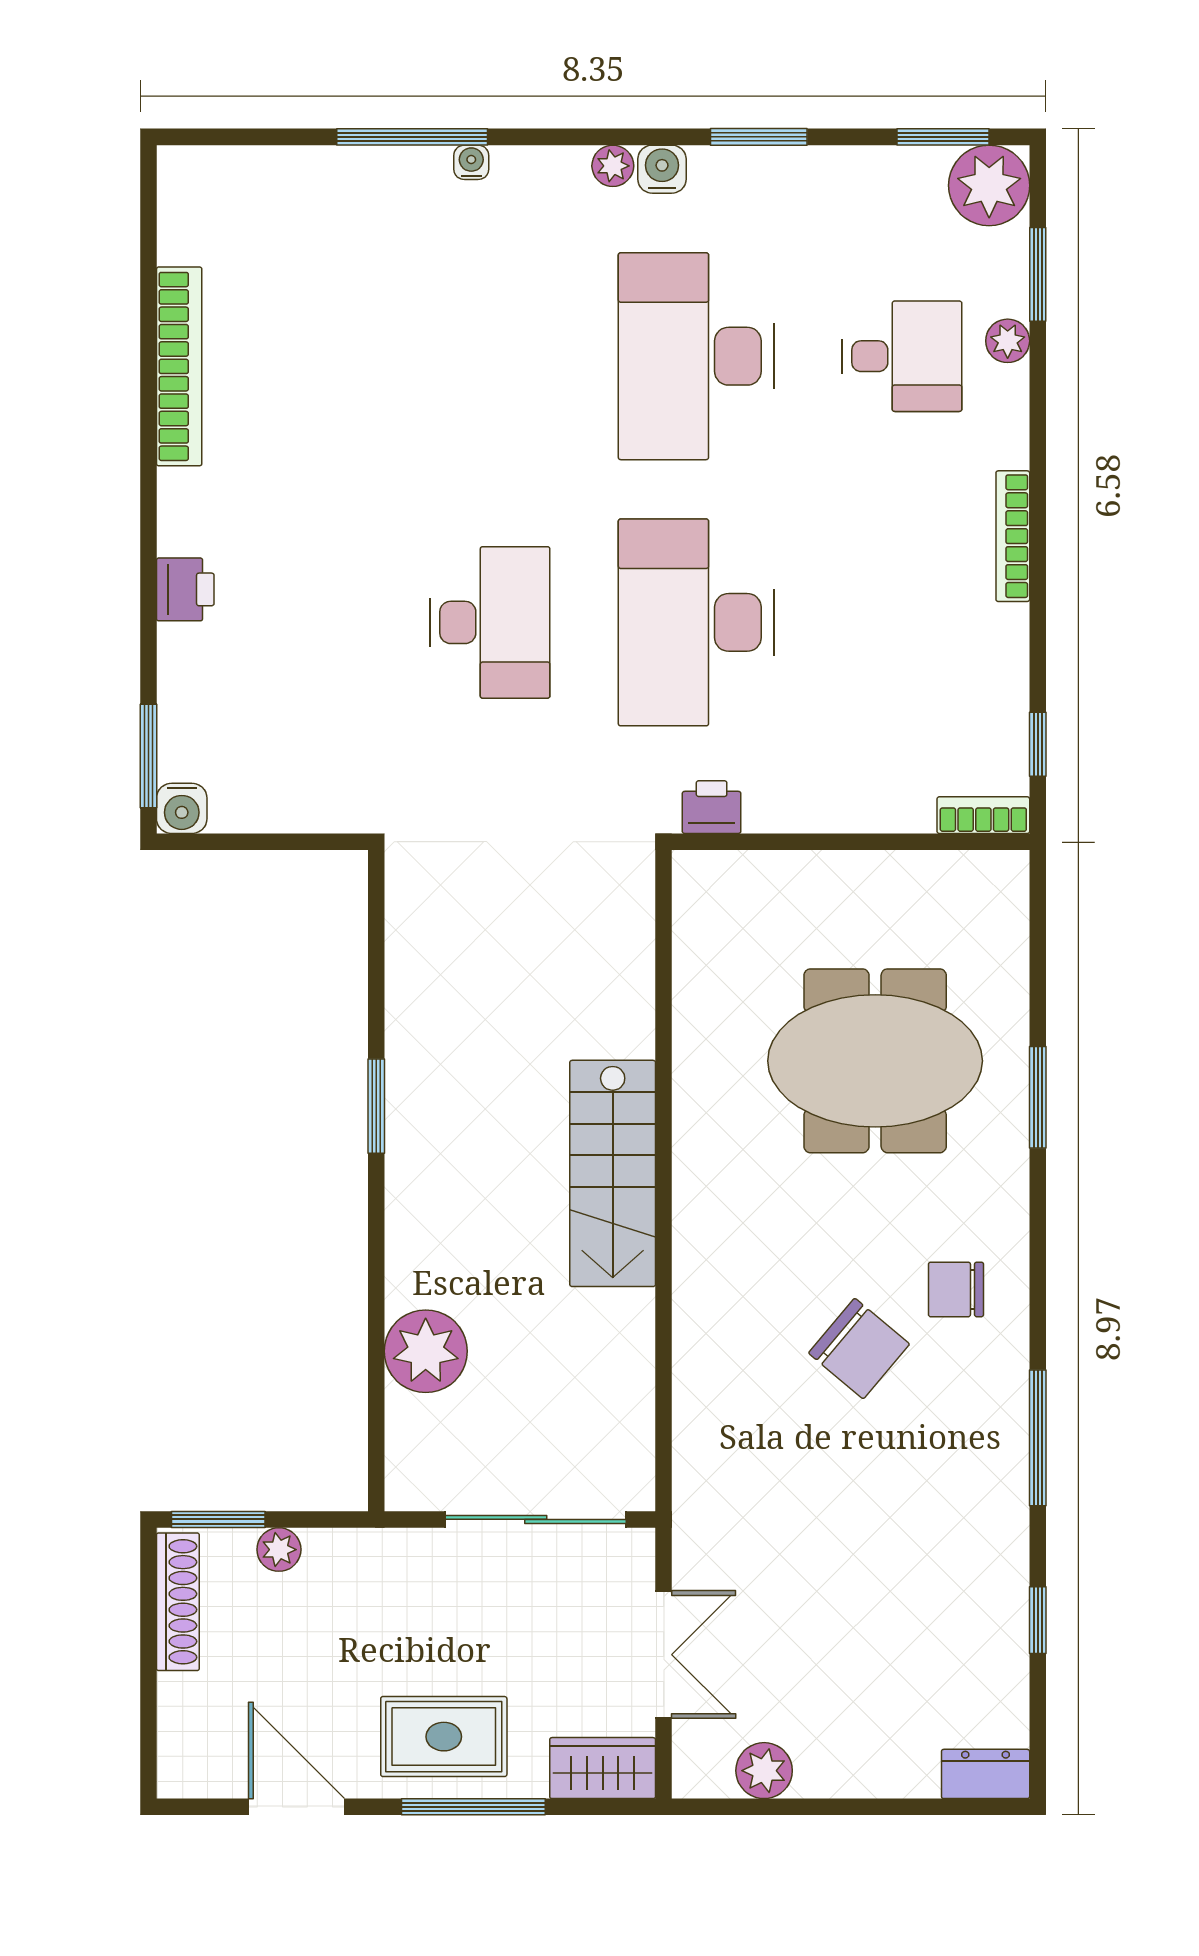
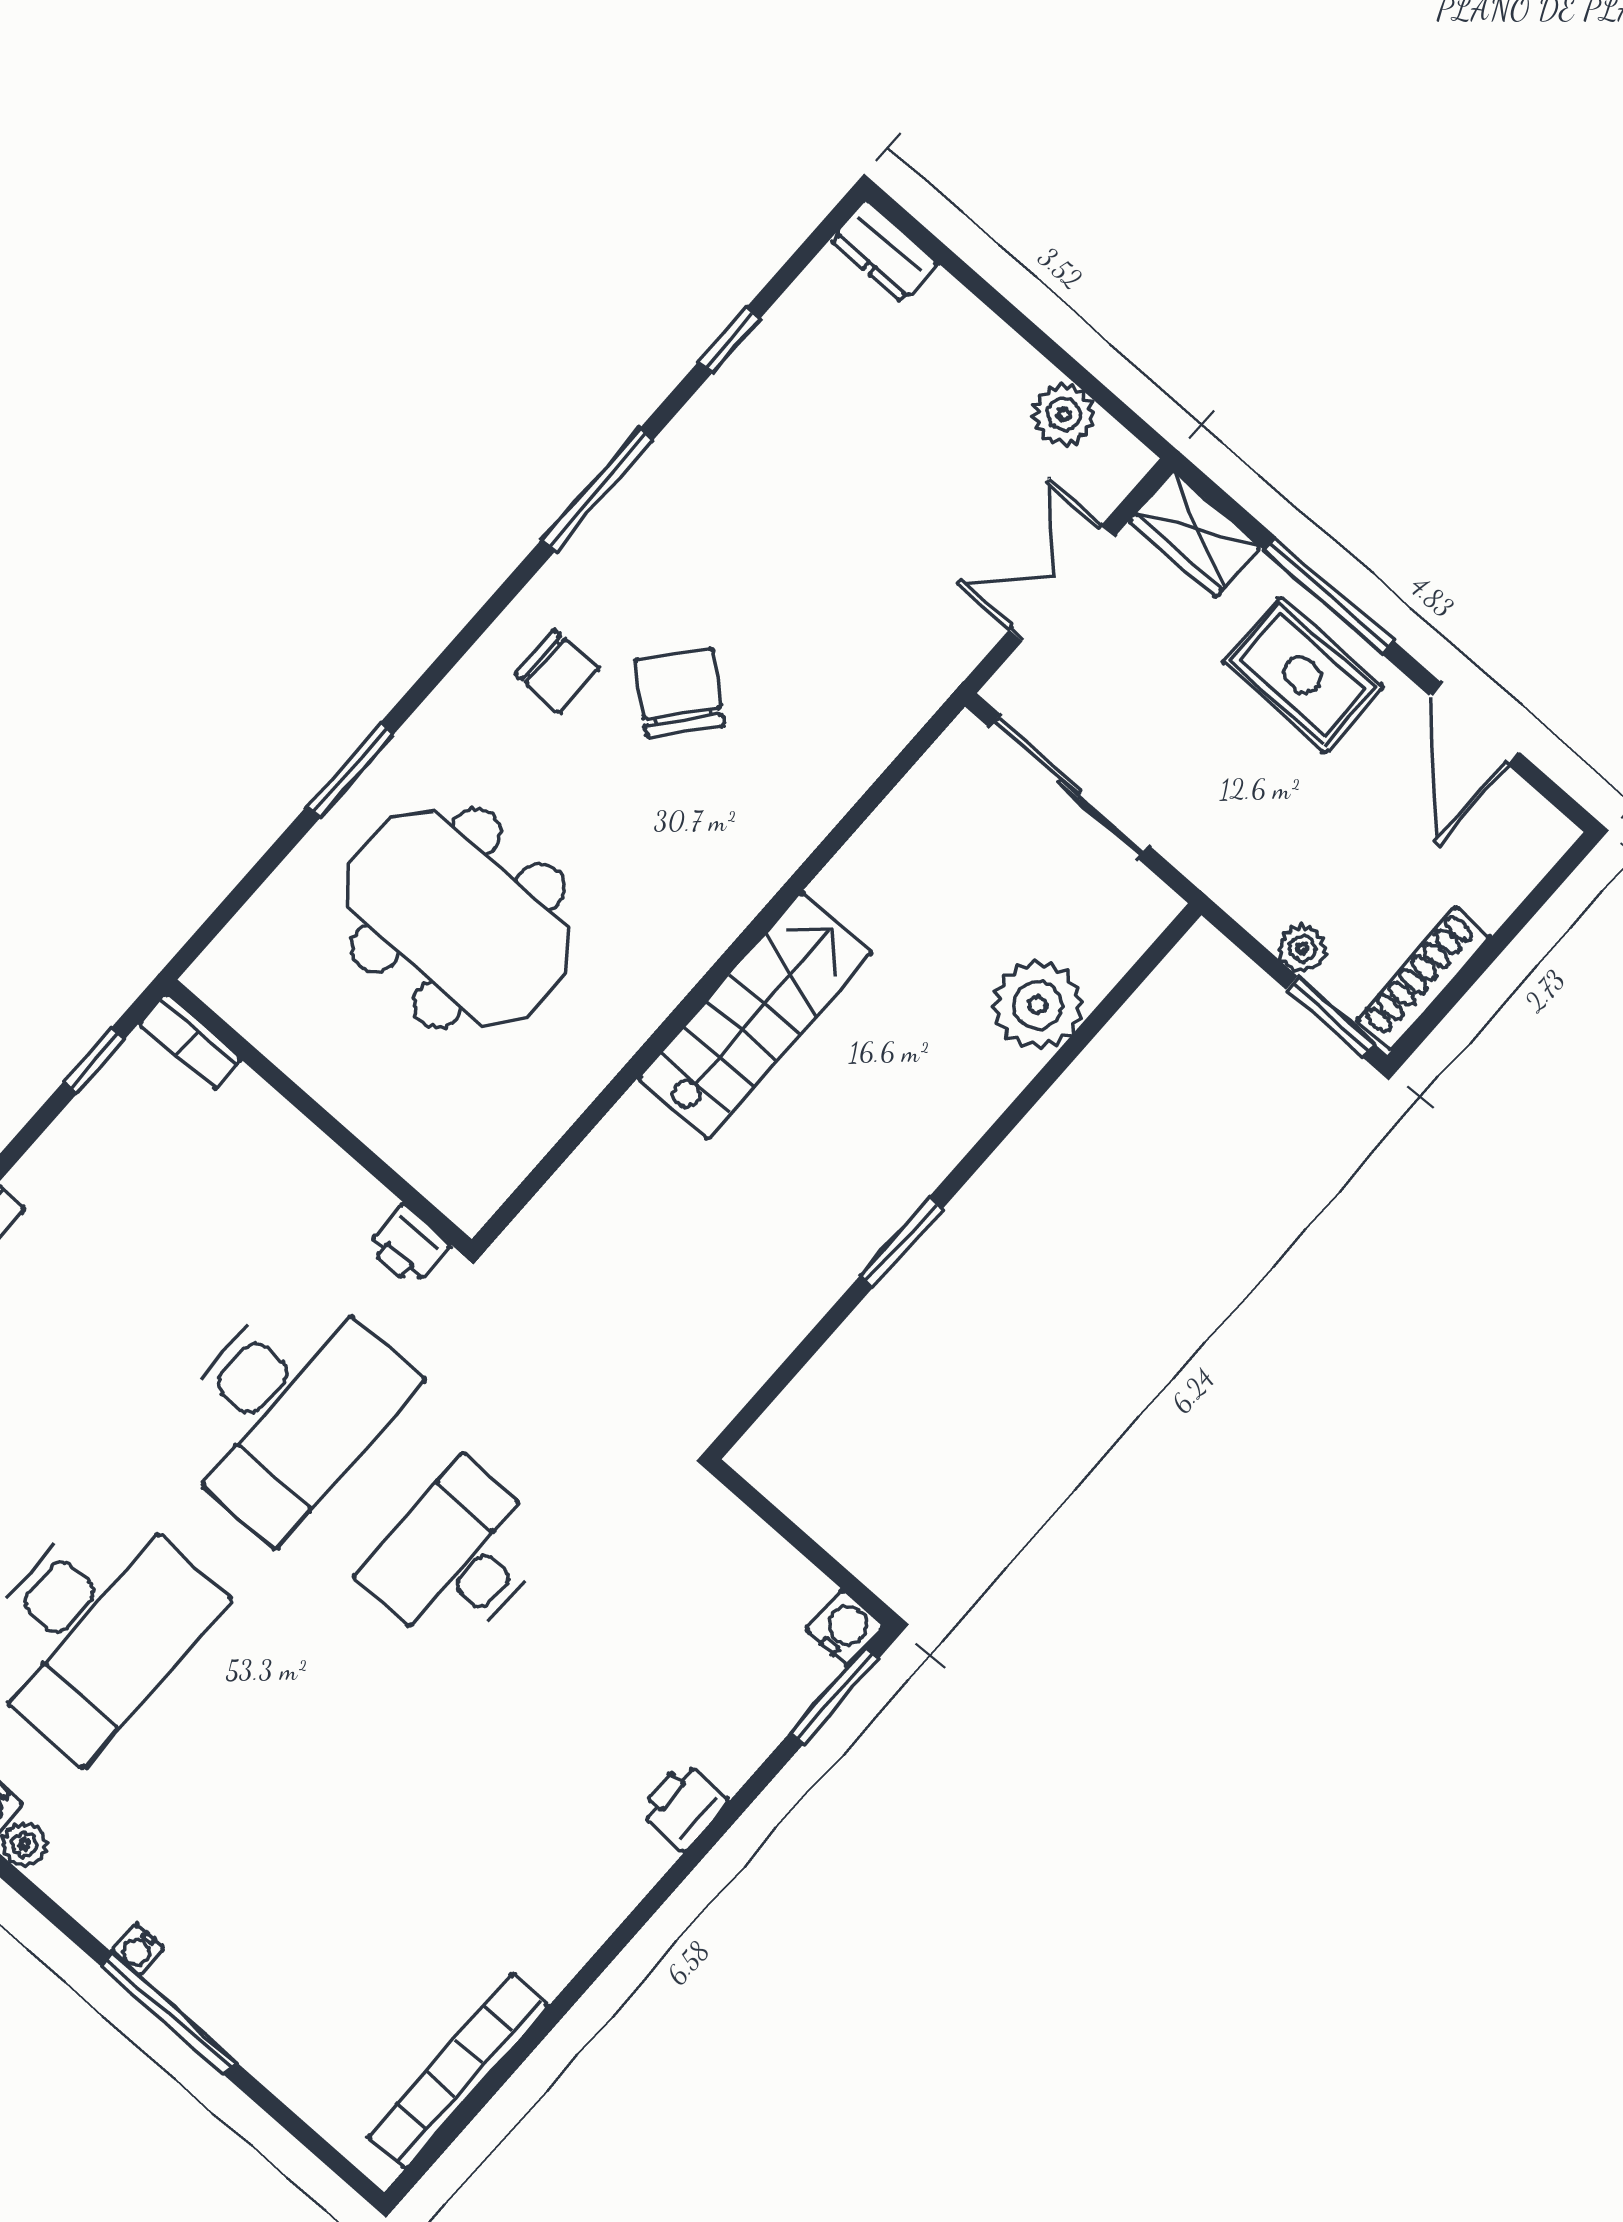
bookcase: (179, 366) -> (458, 2071), moved

